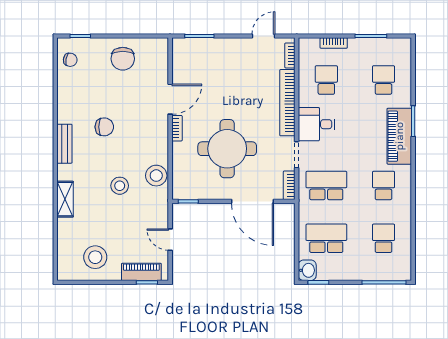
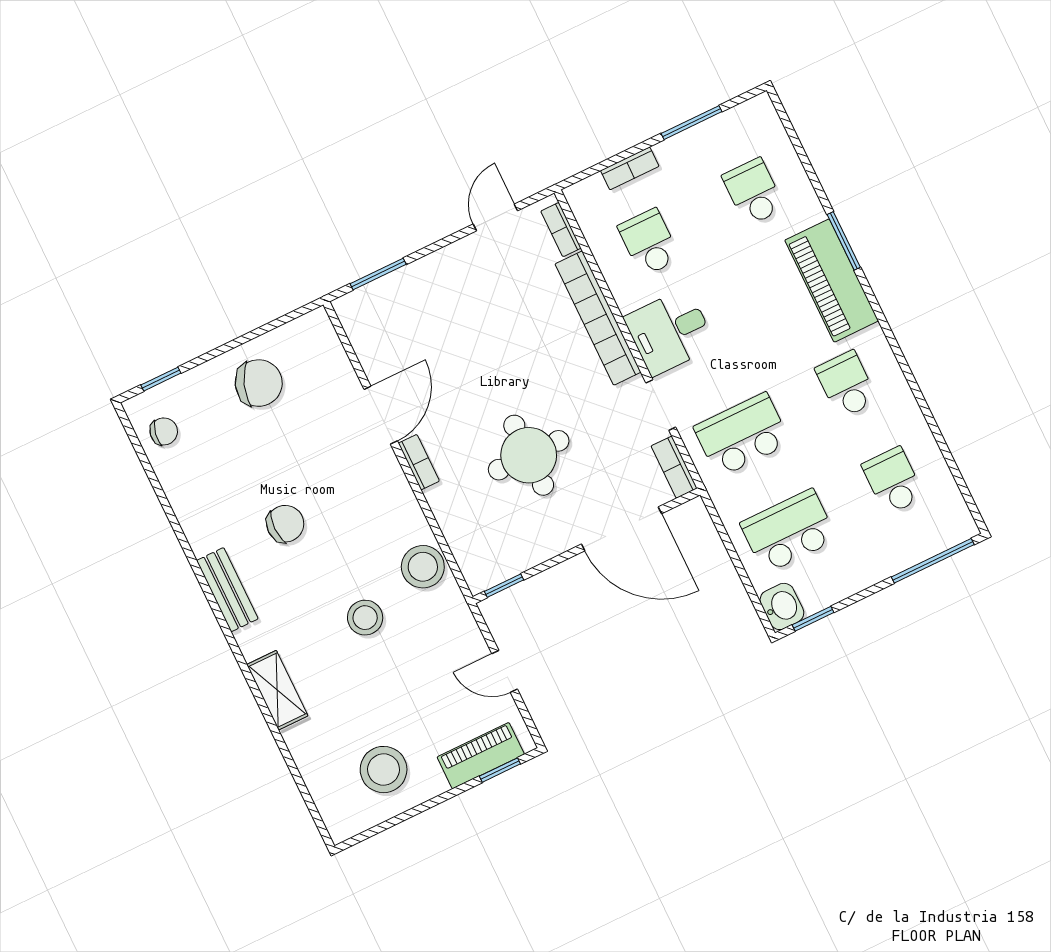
chair: (123, 59) -> (259, 383), turned -70
round table: (227, 149) -> (529, 455), width x0.73, depth x0.73

